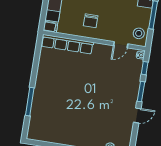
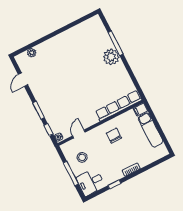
stool: (139, 33) -> (82, 157), moved
plant: (42, 92) -> (111, 57), added
door: (137, 116) -> (23, 80), moved

